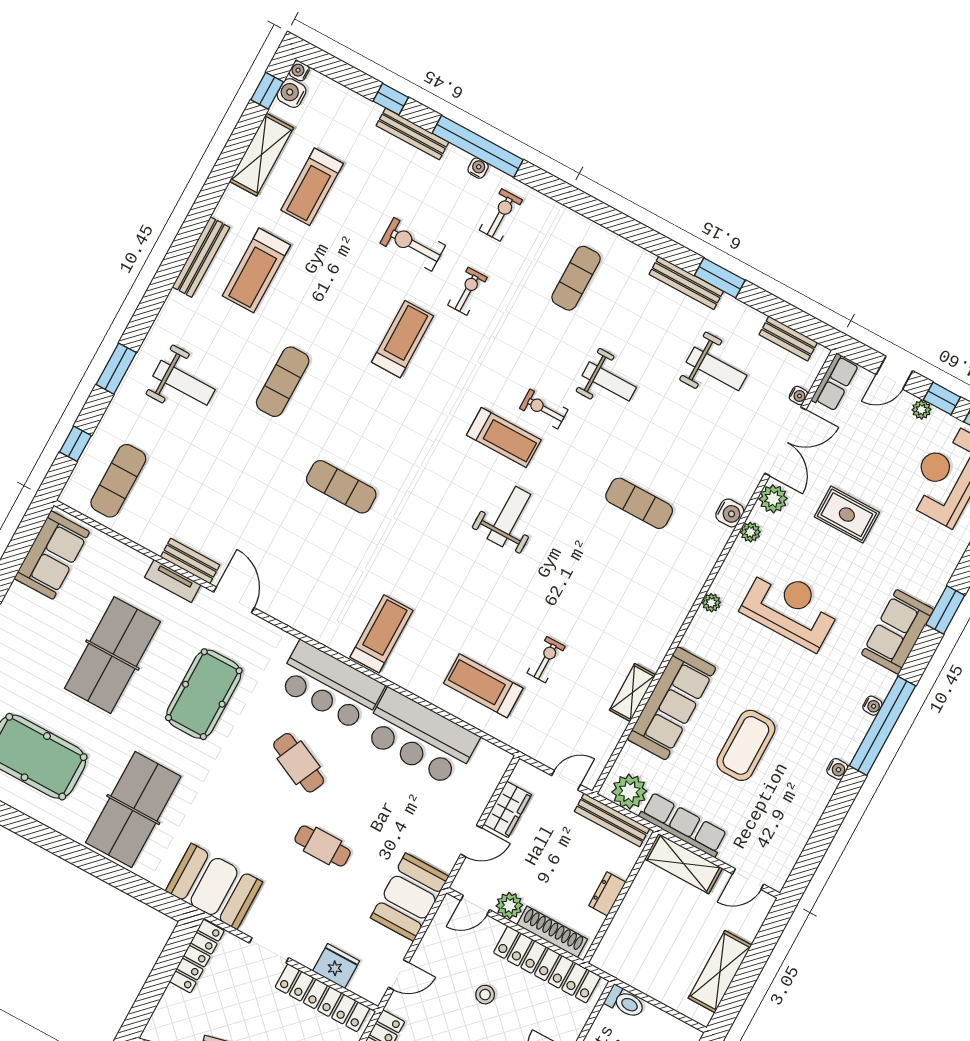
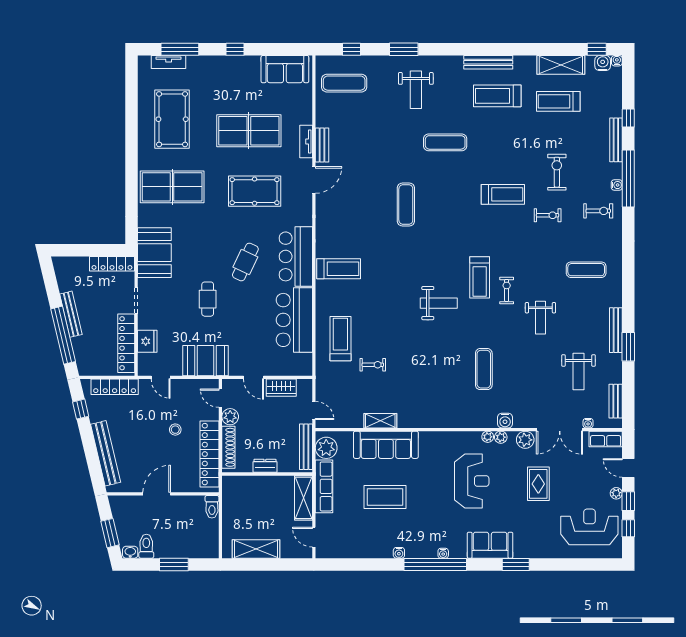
plant: (711, 603) -> (488, 437), moved

